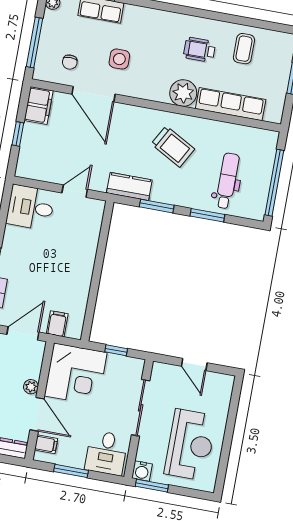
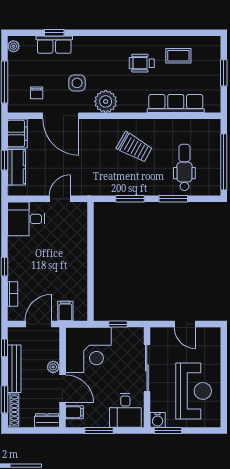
coffee table: (244, 49) -> (178, 56), turned 90
plant: (183, 93) -> (106, 101), moved
kitchen counter: (129, 186) -> (17, 167), moved, turned 90

